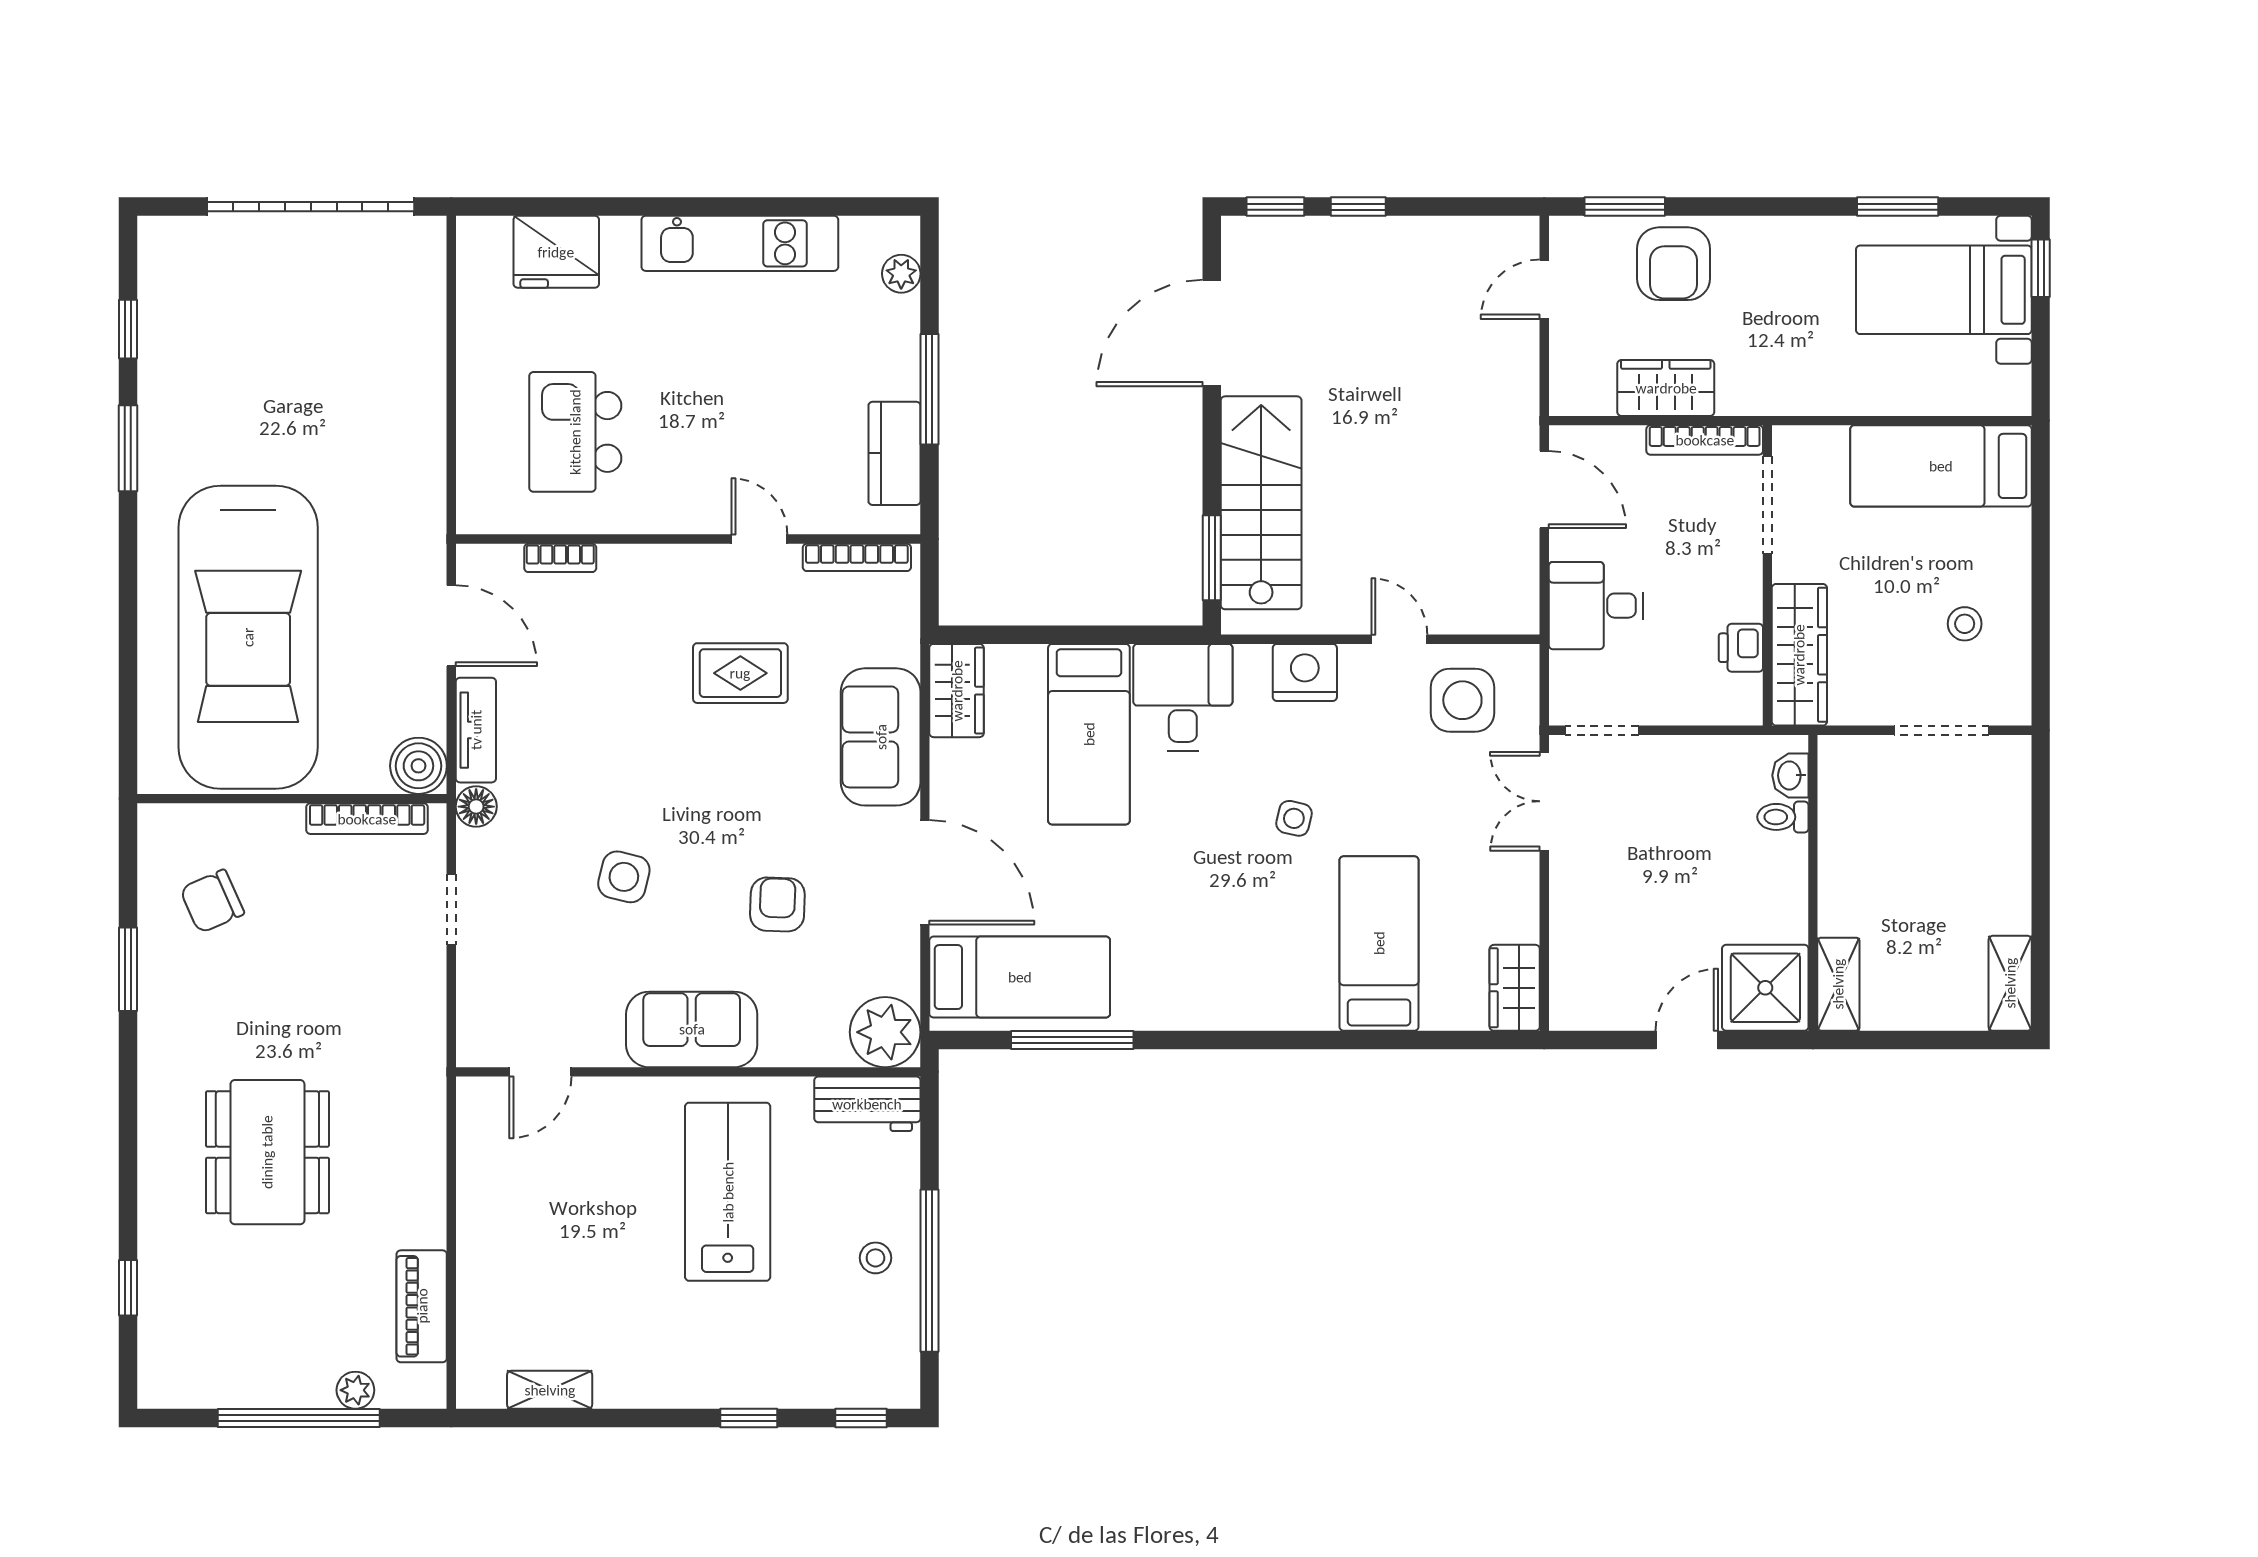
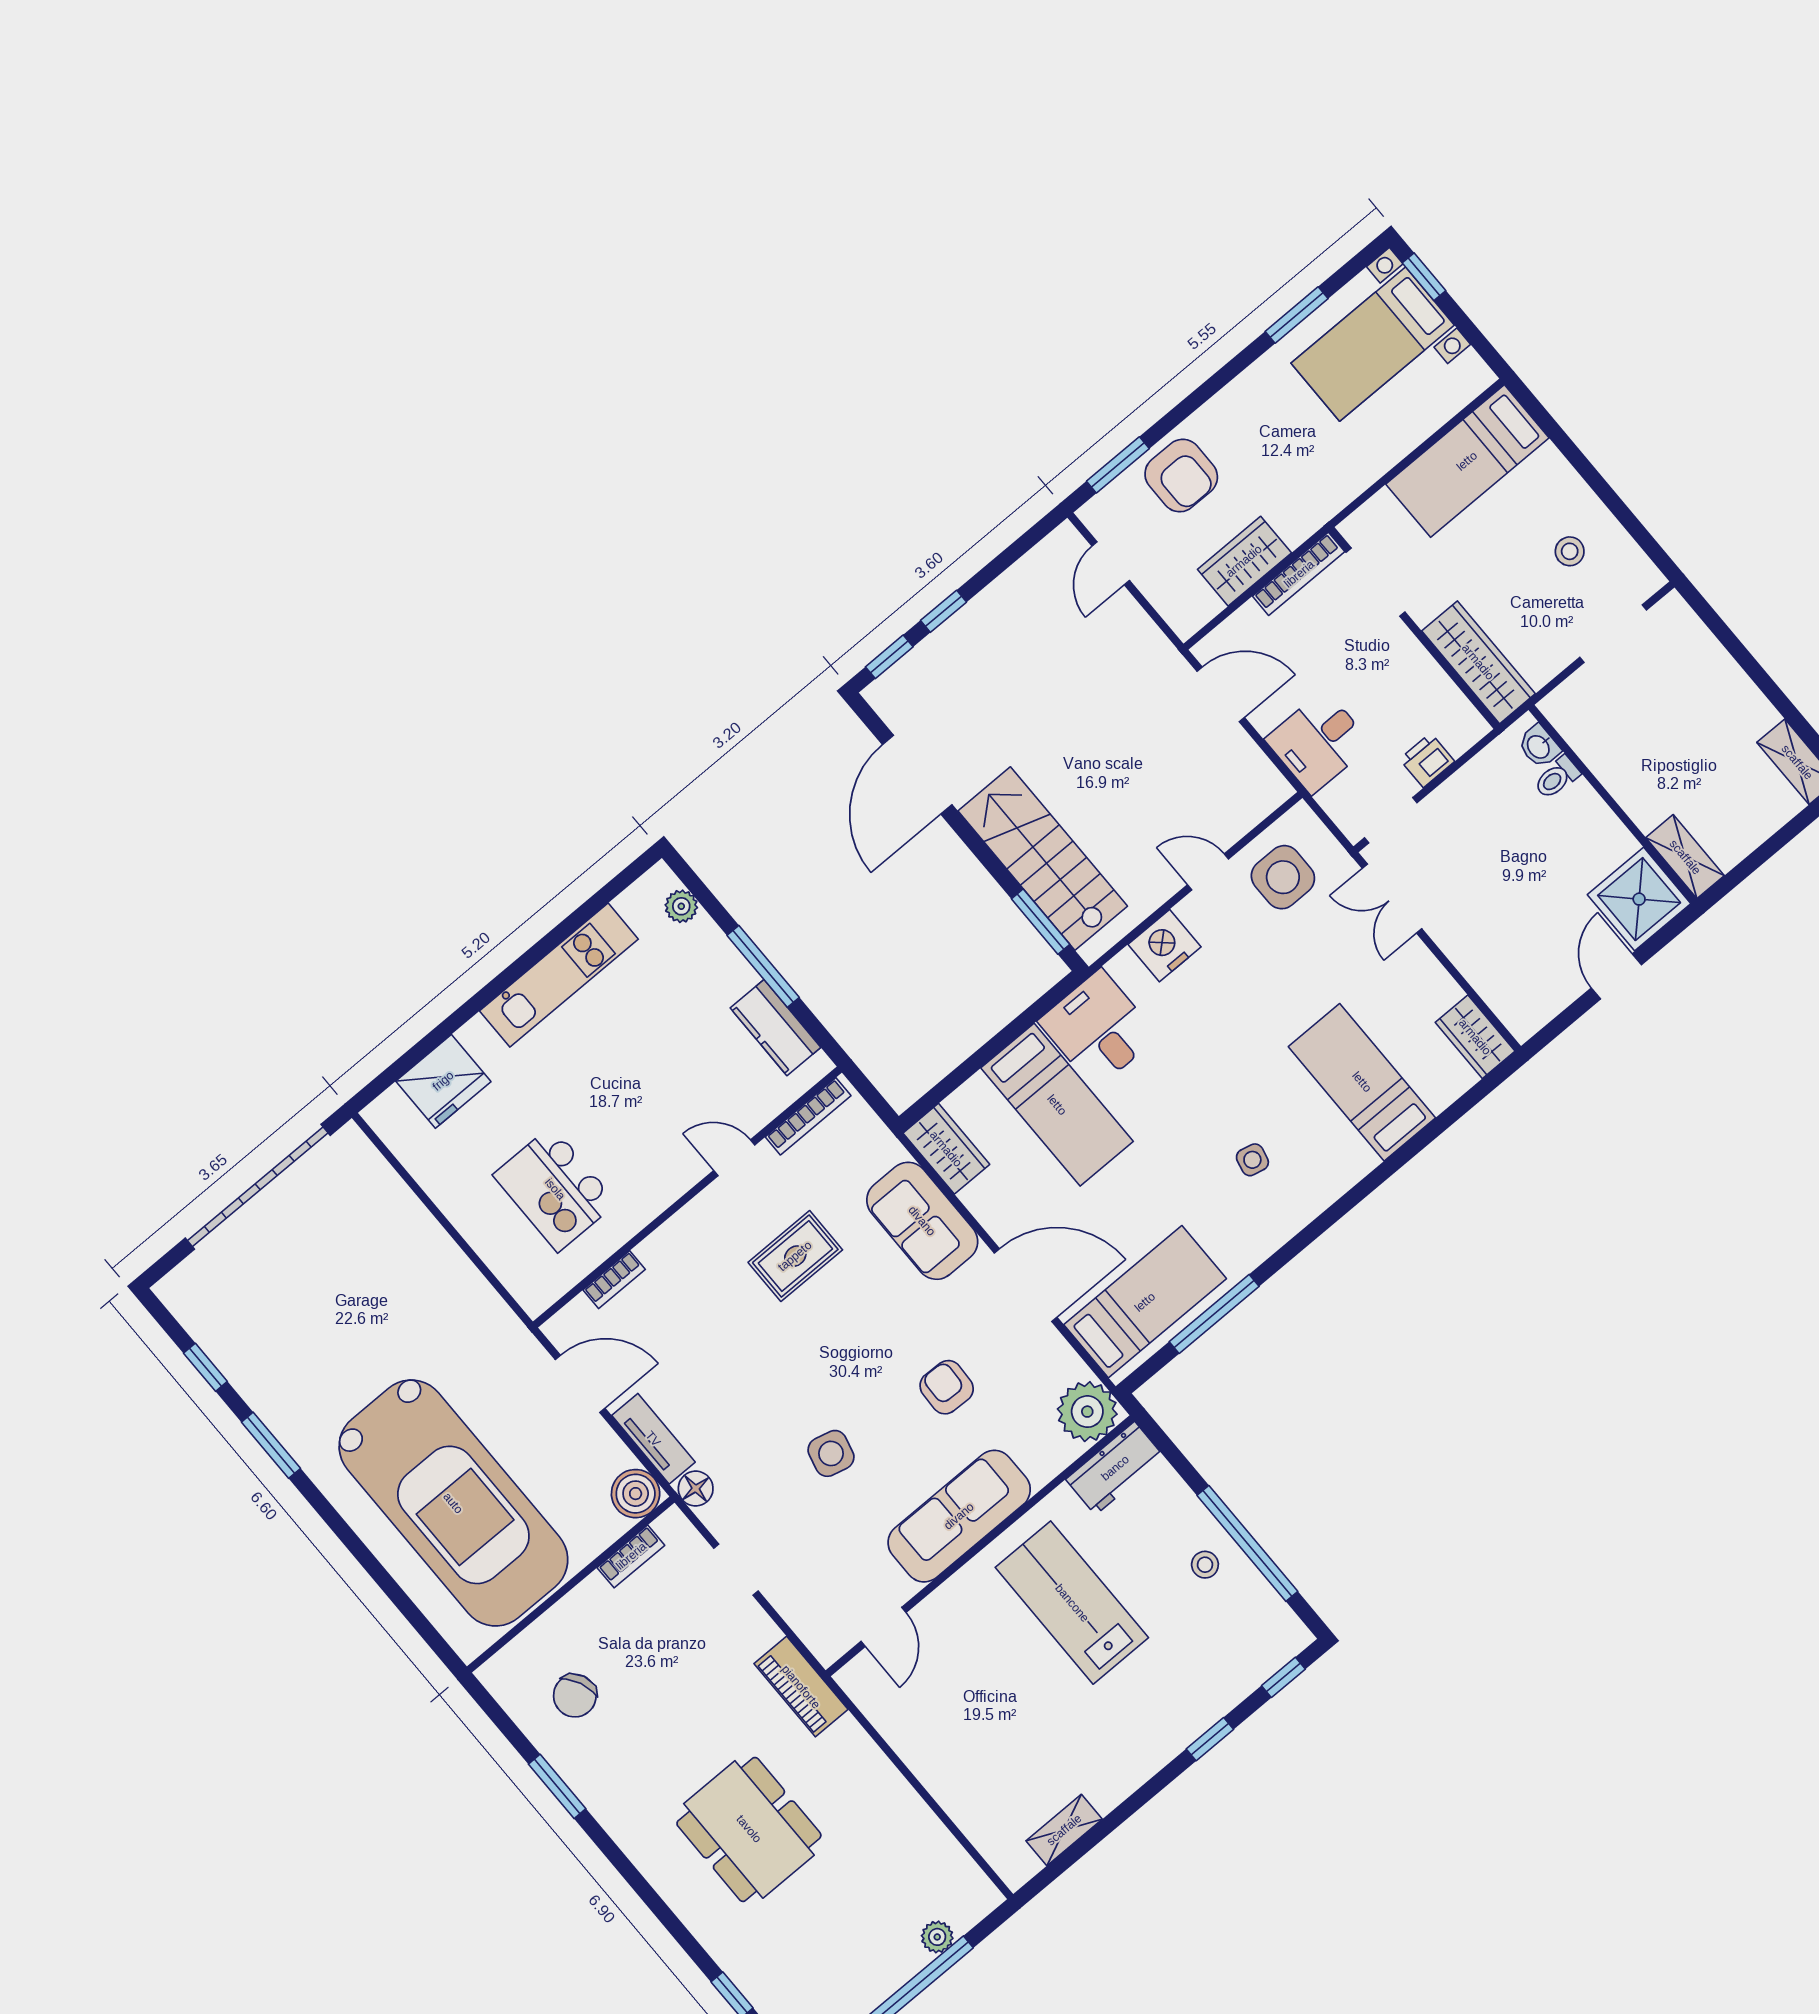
printer: (1741, 648) -> (1427, 760), moved, turned 90
side table: (1294, 818) -> (1252, 1160), moved
bookcase: (367, 819) -> (631, 1556), width x0.64
sofa: (692, 1029) -> (959, 1516), width x1.36
piano: (422, 1306) -> (801, 1687), moved

